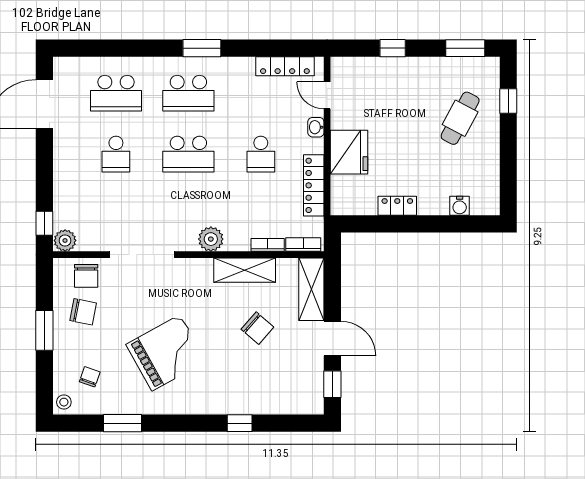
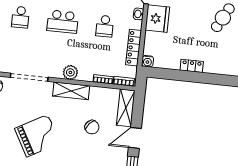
fridge: (349, 152) -> (157, 19), moved
locker: (397, 206) -> (192, 66), moved
water cooler: (460, 206) -> (148, 61), moved
shelving: (245, 270) -> (71, 91), moved
door: (332, 339) -> (135, 138), swing flipped

